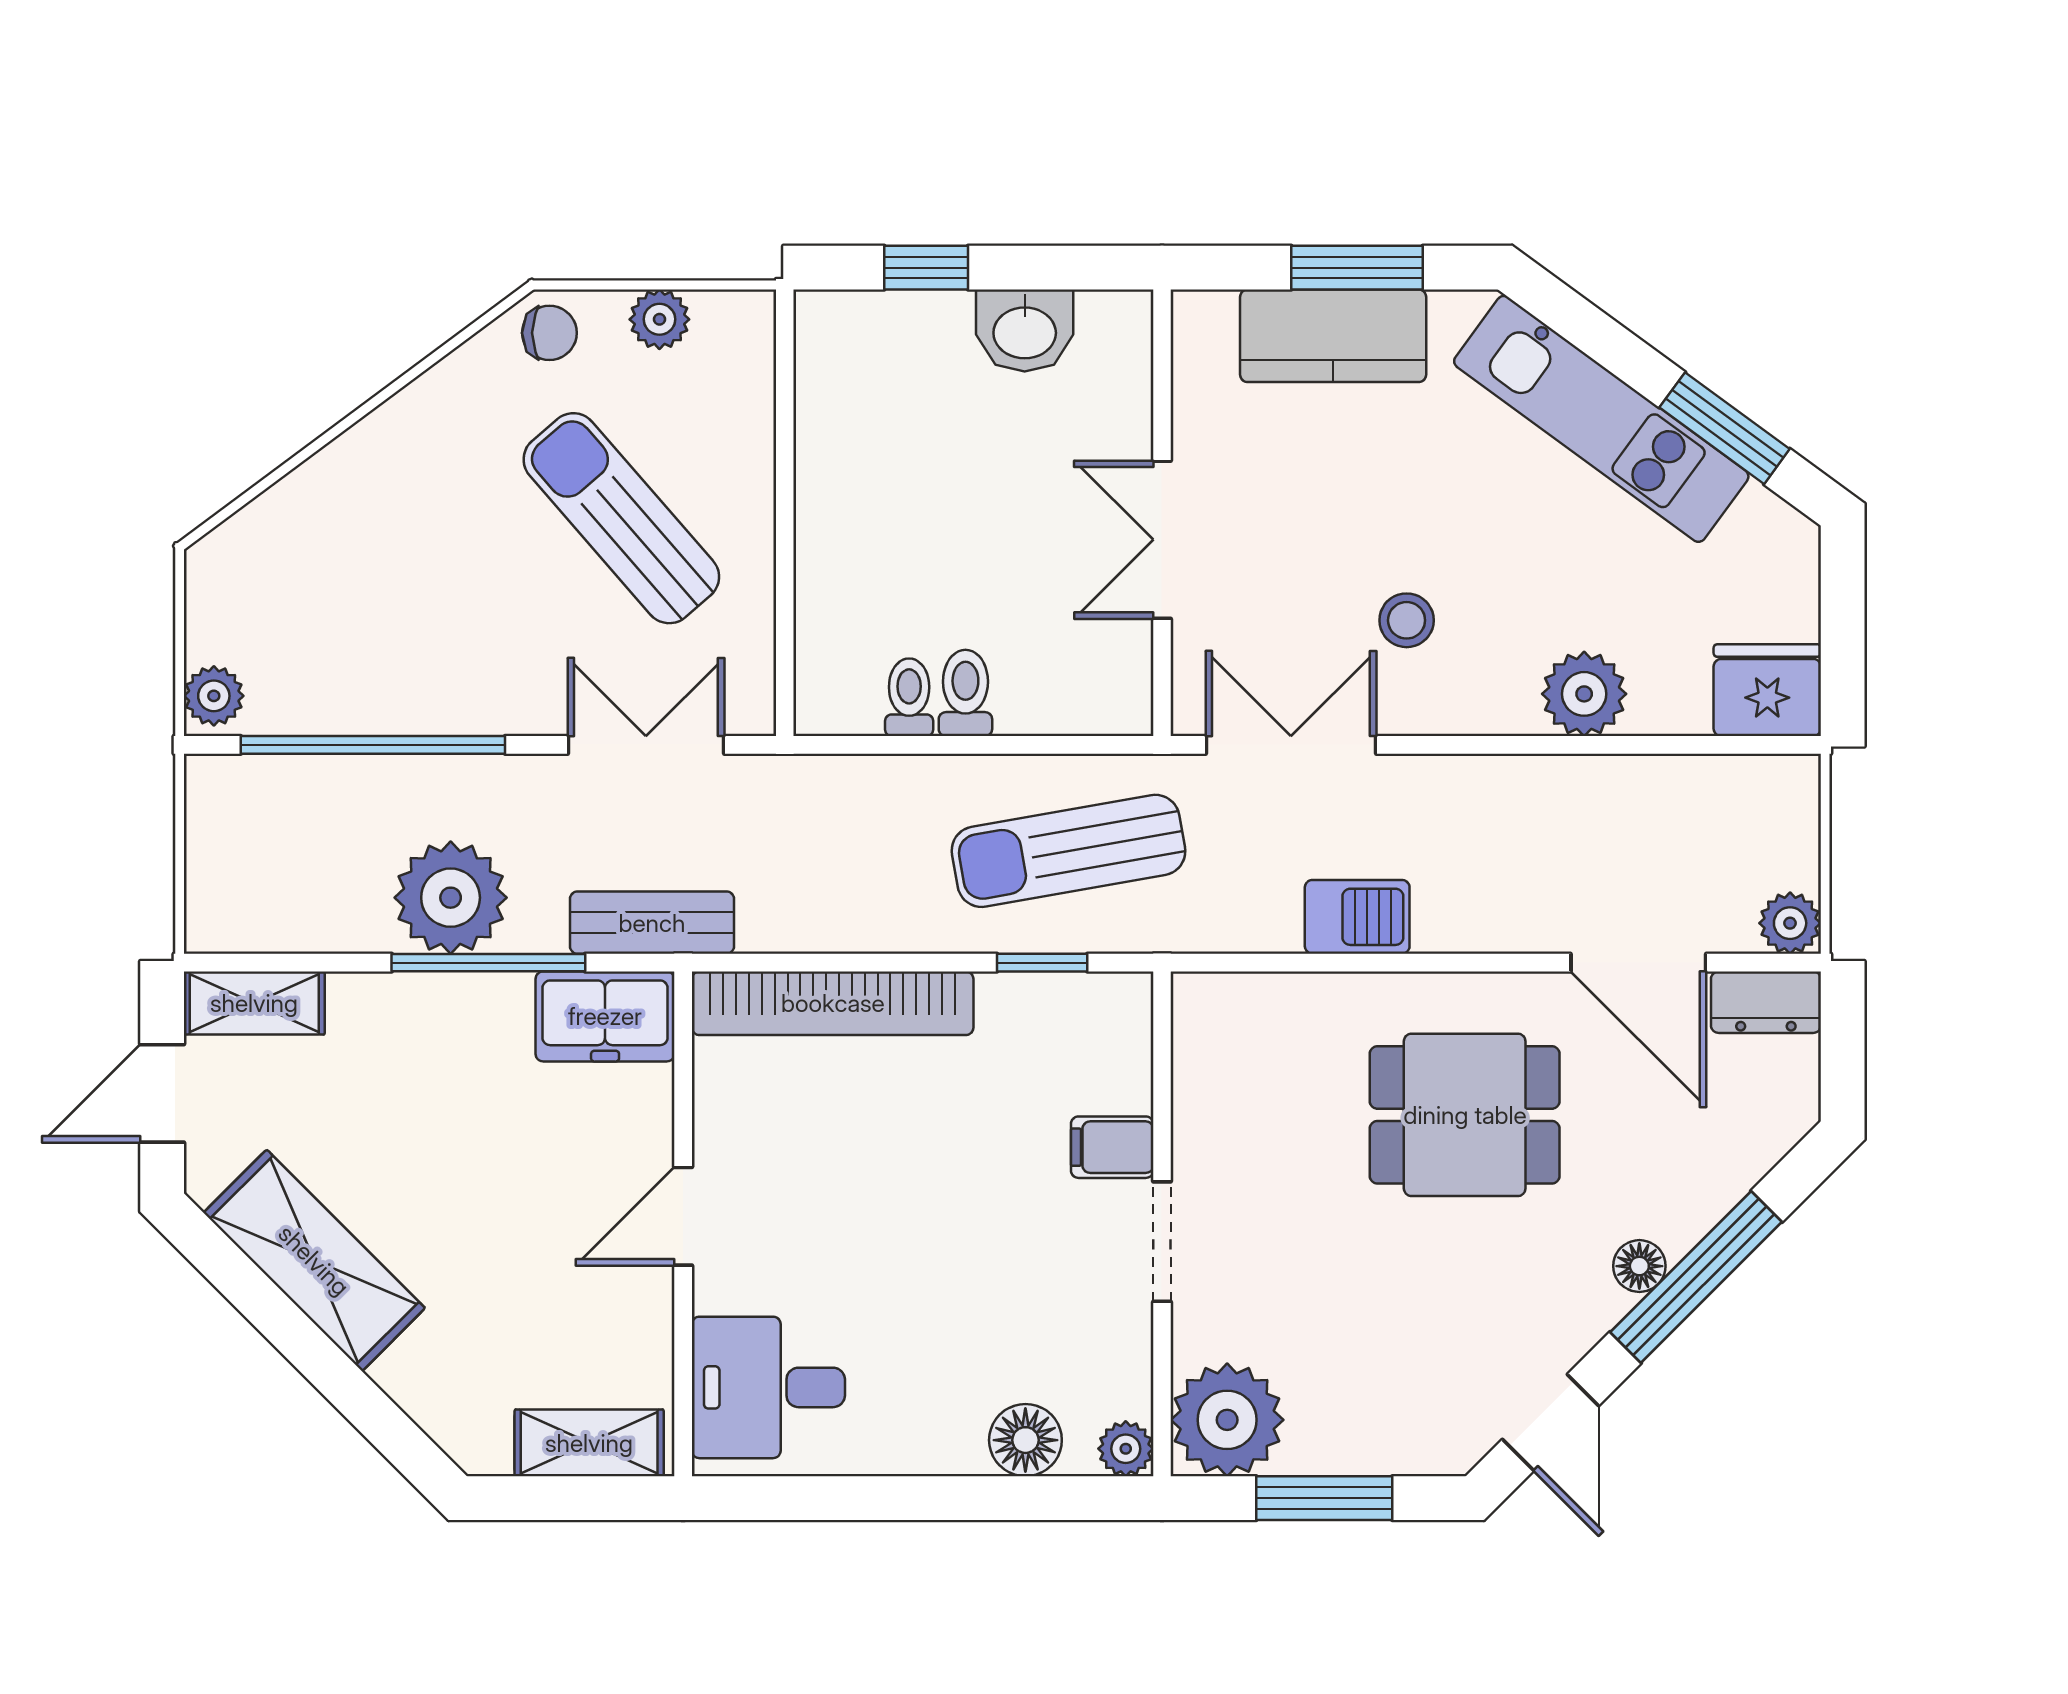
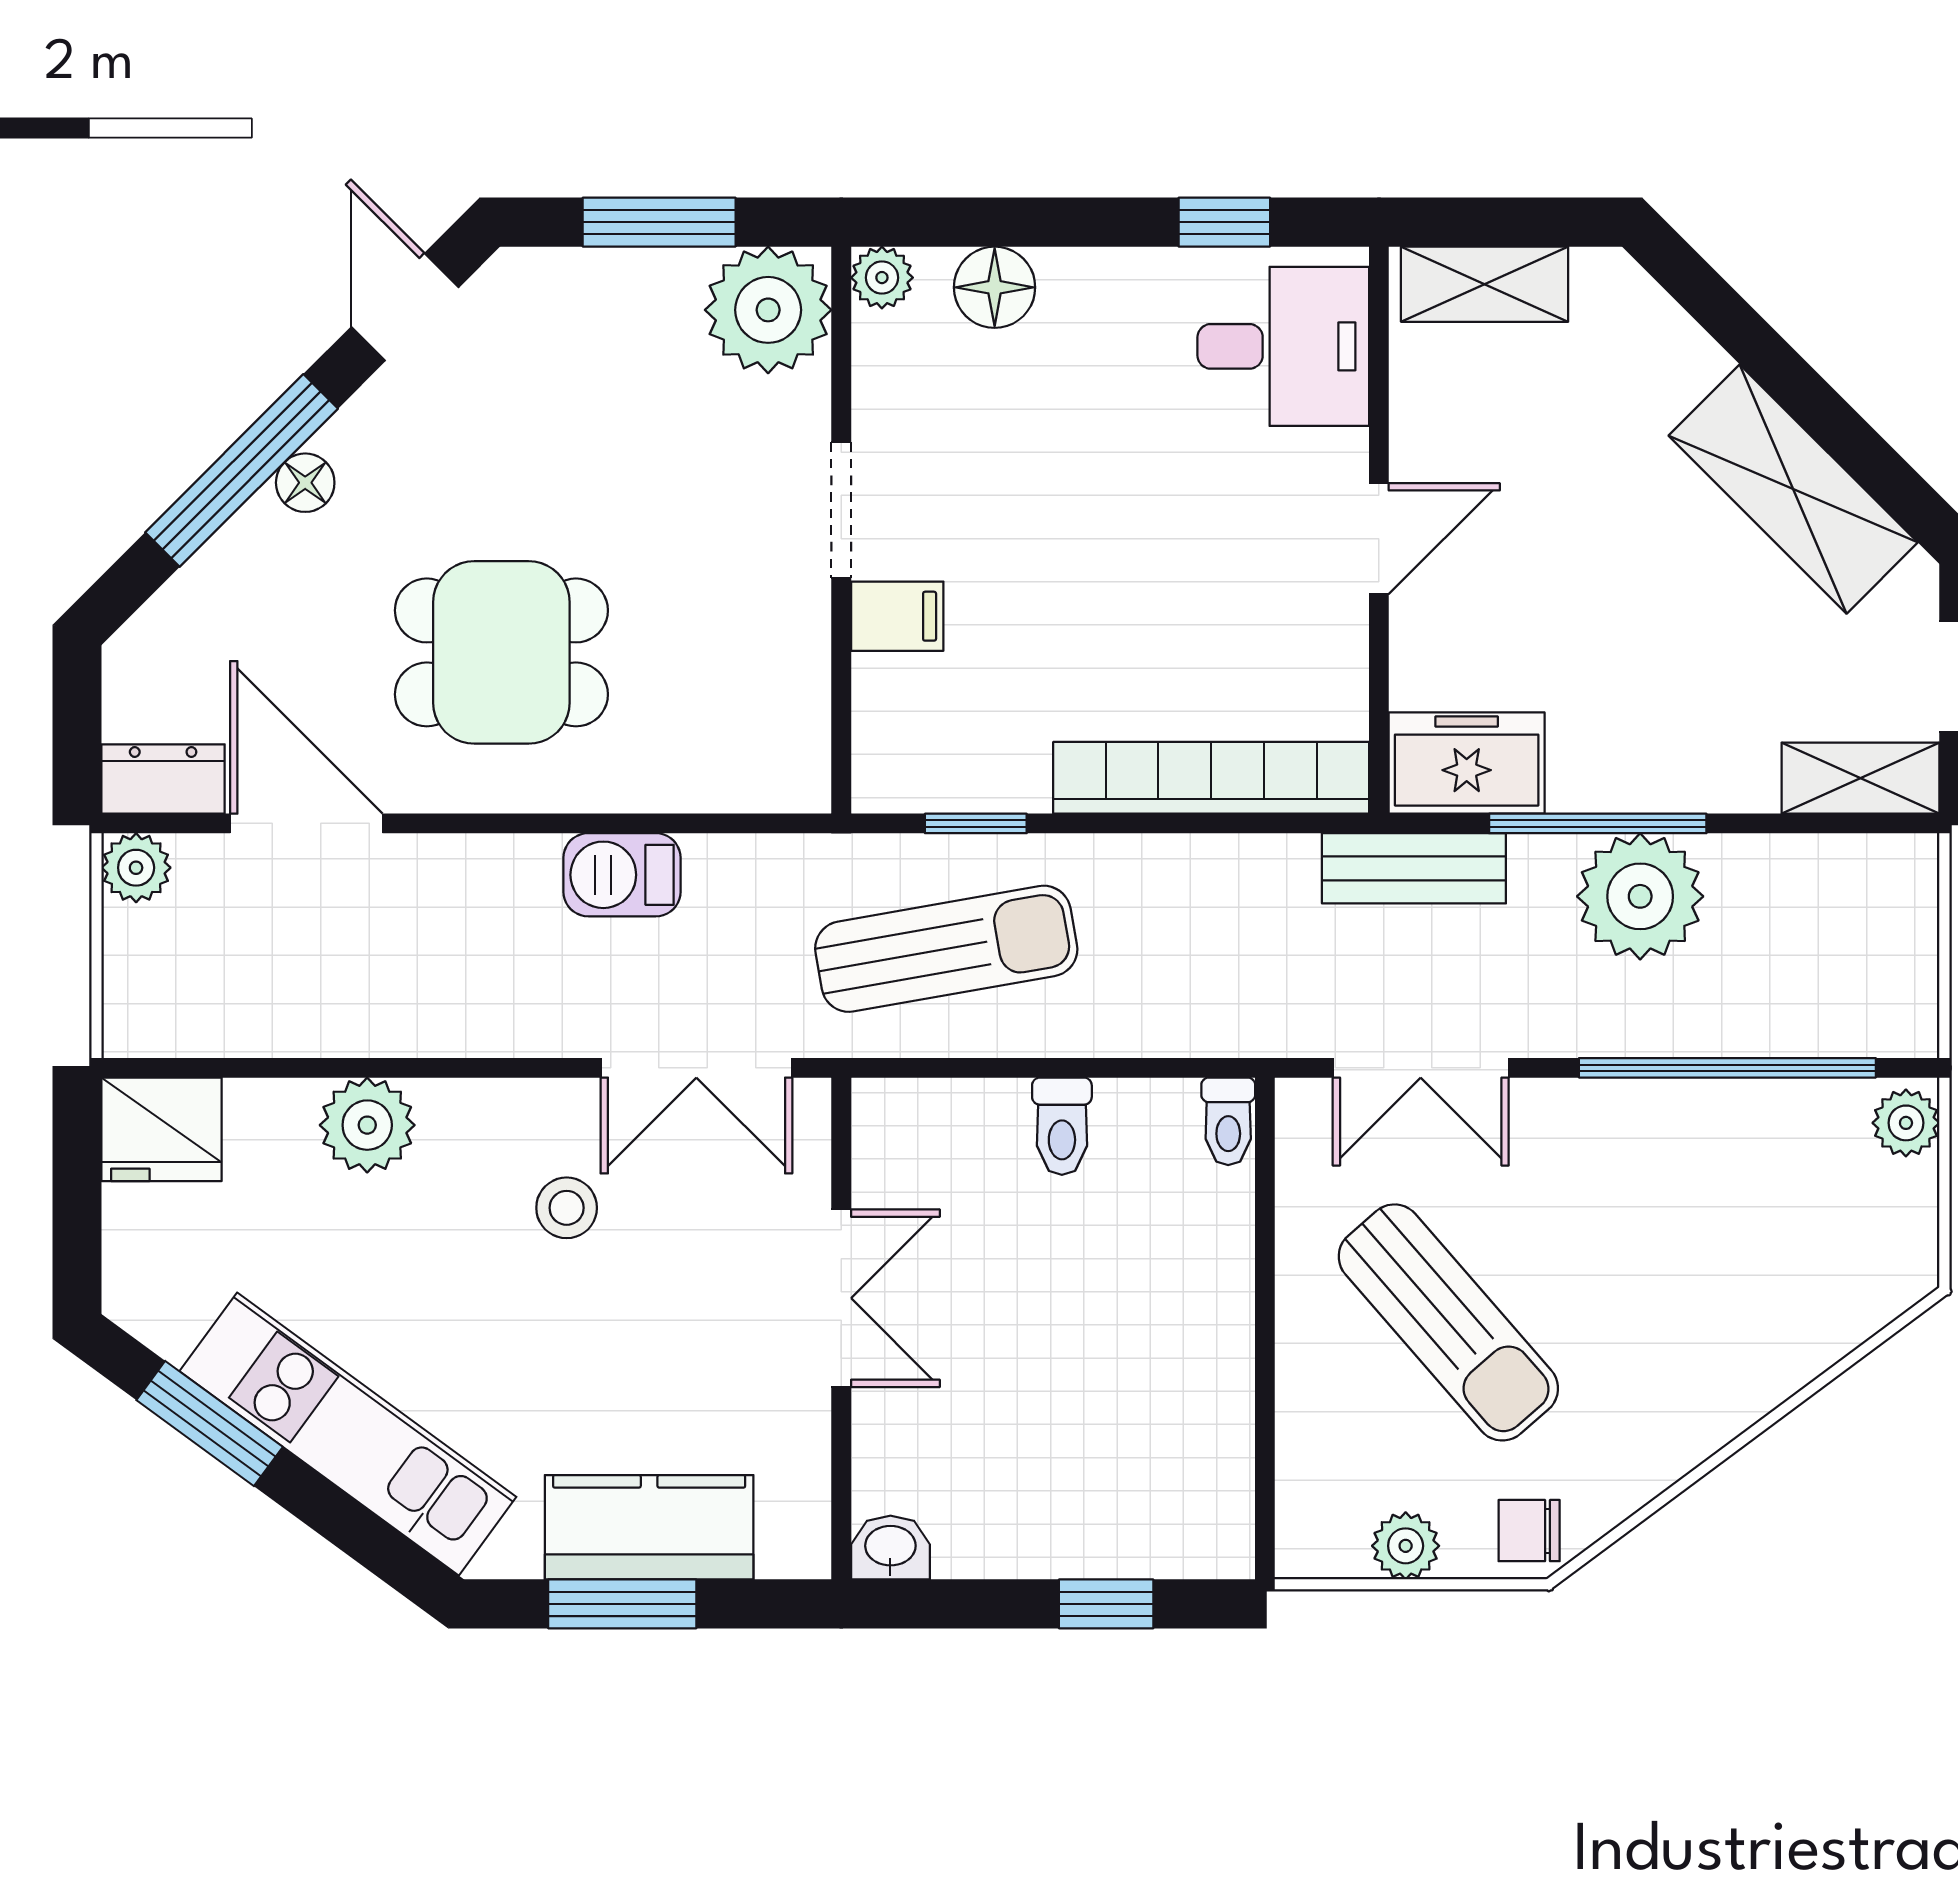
washbasin: (1025, 330) -> (890, 1548), moved, width x0.72, depth x0.69
toilet: (909, 697) -> (1228, 1121), moved
window: (821, 1498) -> (1224, 222), added

